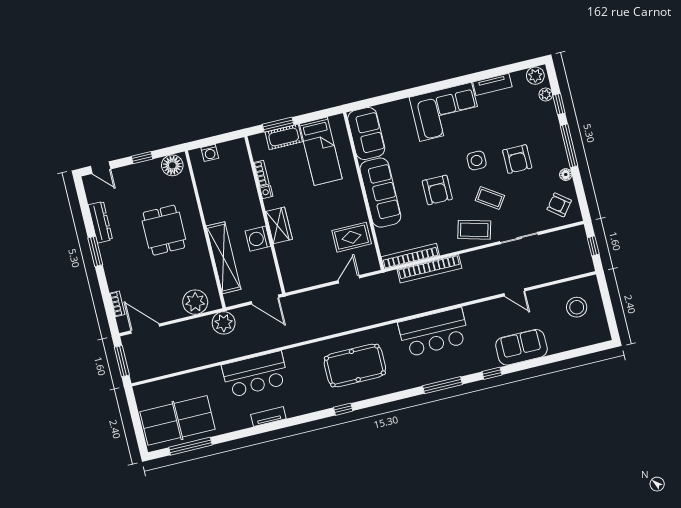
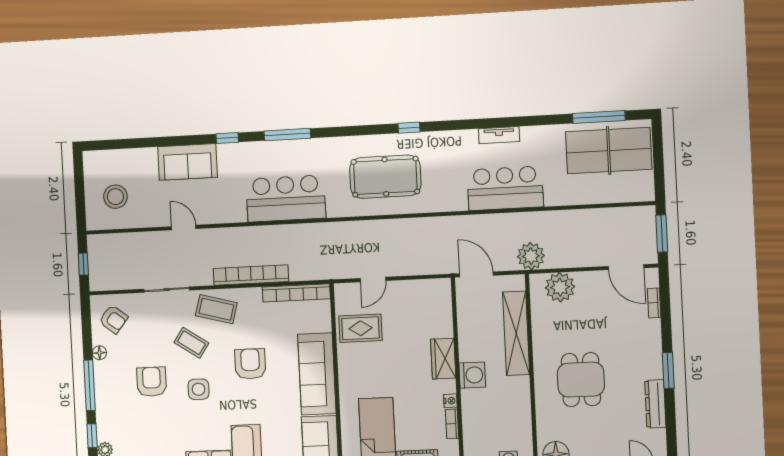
washing machine: (258, 239) -> (472, 375), moved
bookcase: (429, 269) -> (251, 275), moved

